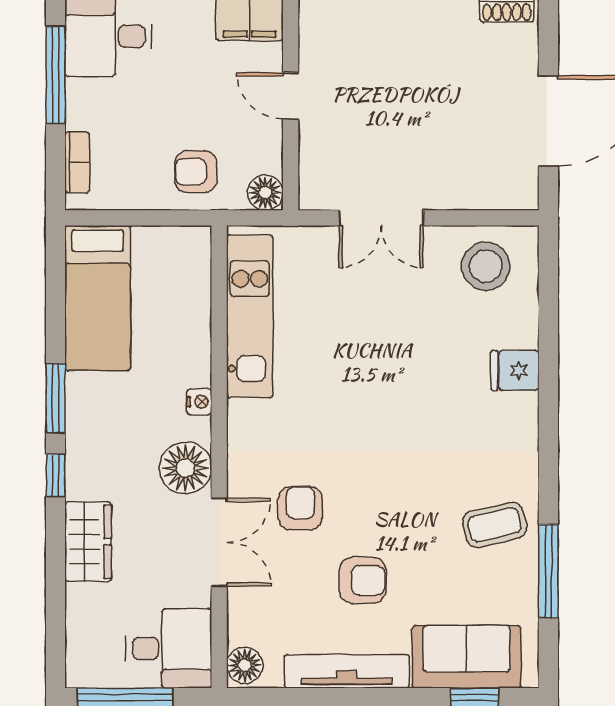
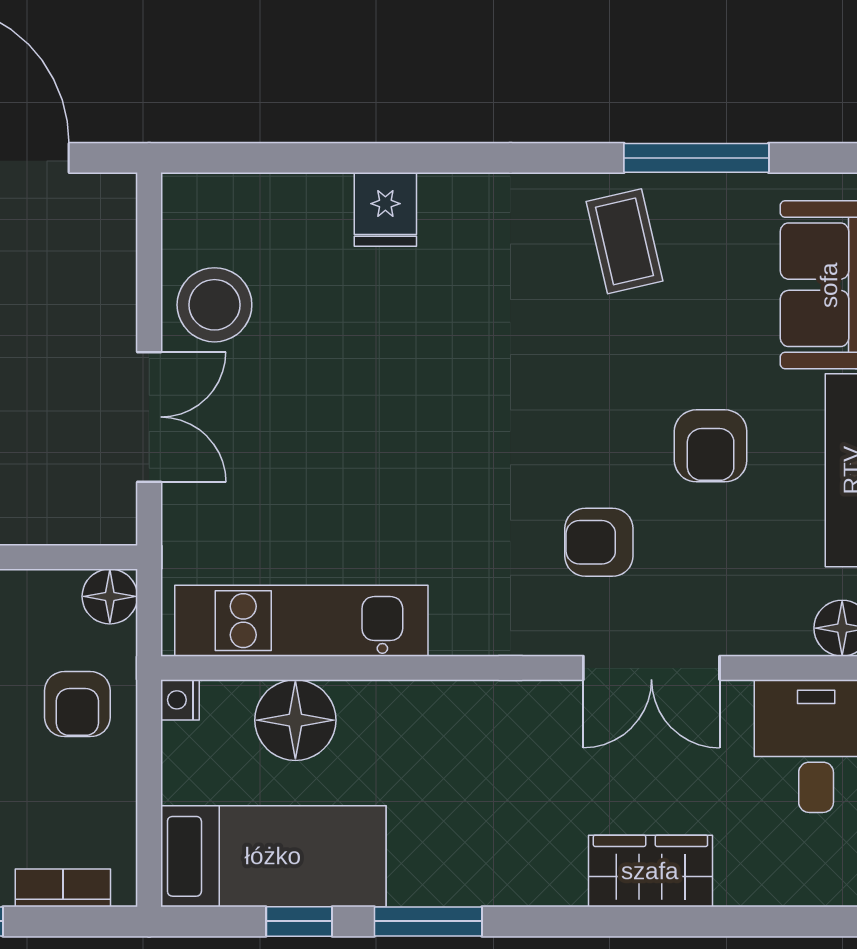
stool: (486, 266) -> (214, 305), moved
nightstand: (199, 402) -> (180, 700), moved, turned -90
floor lamp: (186, 468) -> (295, 720), moved
window: (56, 475) -> (299, 921), moved
double door: (219, 542) -> (651, 668), swing flipped
armchair: (363, 580) -> (711, 446), turned 180

